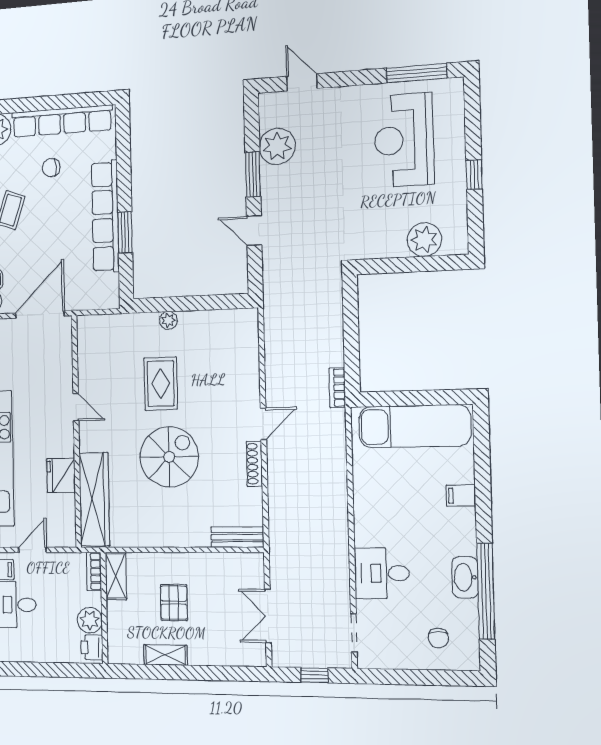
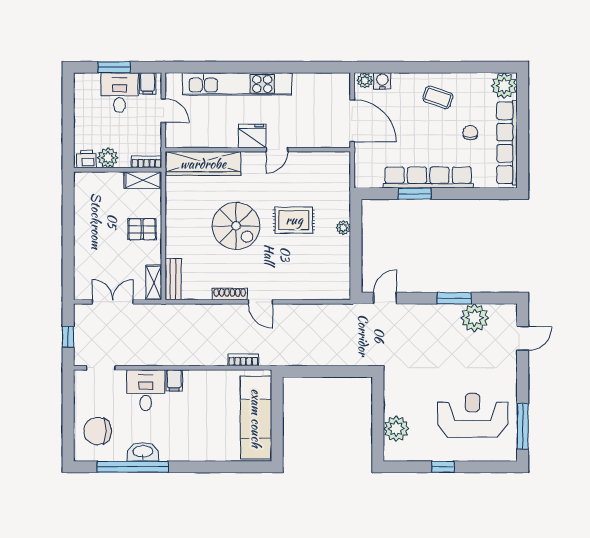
door: (254, 231) -> (385, 298), moved
bookcase: (337, 388) -> (243, 360), moved
fridge: (61, 475) -> (252, 136), moved
filing cabinet: (461, 496) -> (174, 380), moved, turned 180
pallet: (174, 603) -> (142, 229), moved
chair: (438, 638) -> (98, 431), width x1.87, depth x1.87
shelving: (165, 655) -> (154, 283), moved

